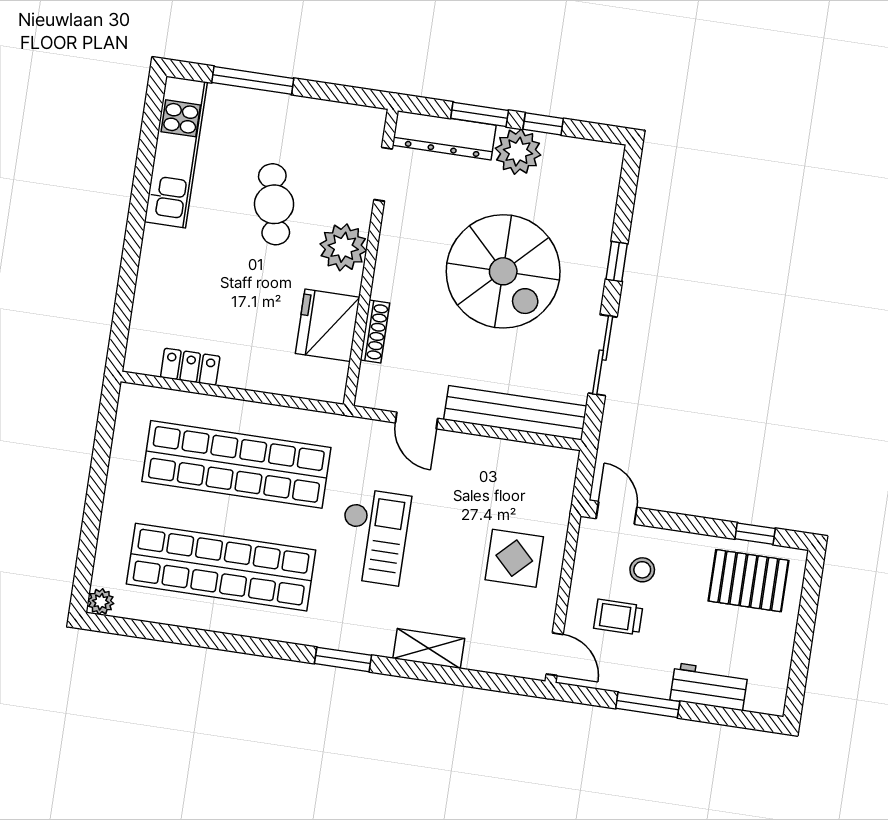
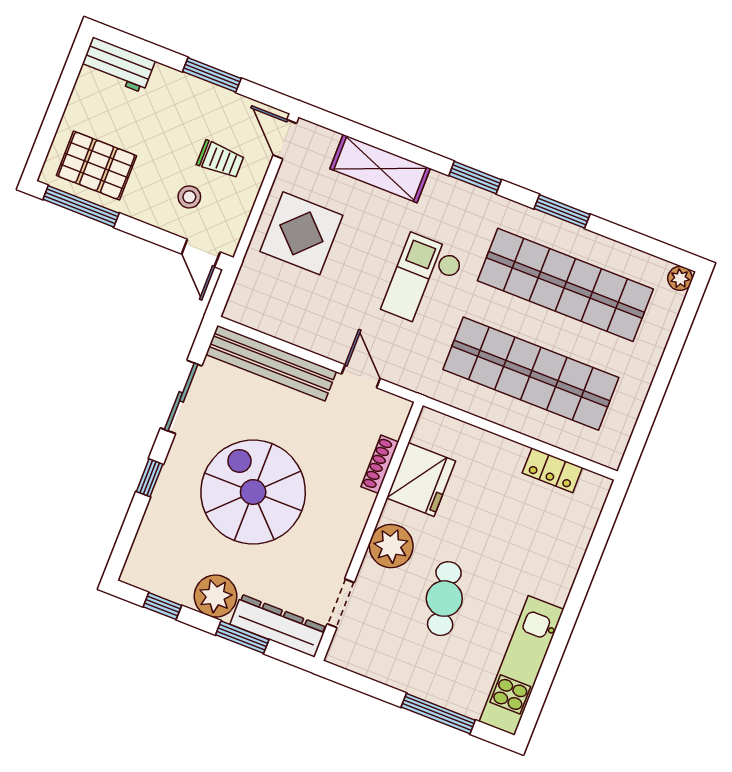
window: (543, 124) -> (162, 606), moved
window: (755, 534) -> (81, 206), width x2.17
display table: (514, 558) -> (301, 233), width x1.36, depth x1.36
window: (242, 644) -> (562, 211), added
shelving: (429, 649) -> (380, 169), width x1.50, depth x1.33
workbench: (709, 687) -> (118, 65), moved

